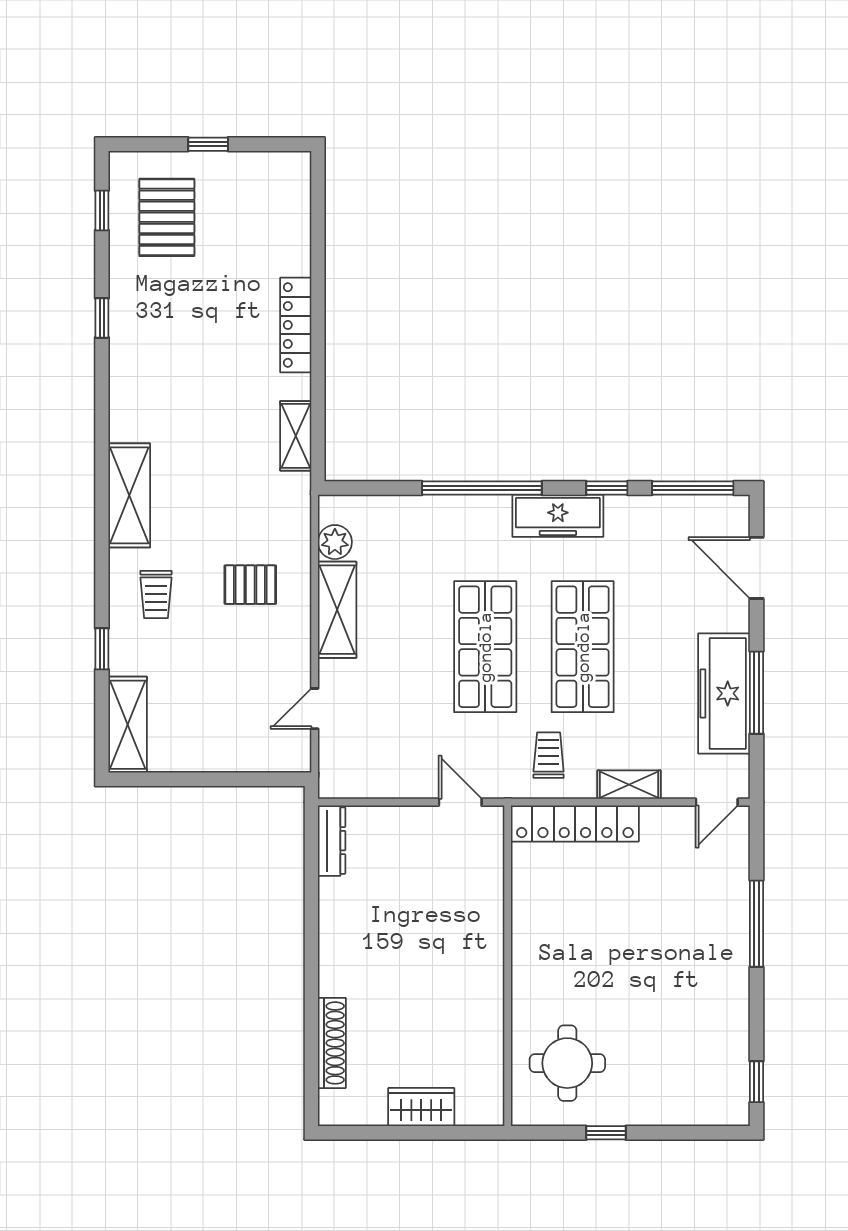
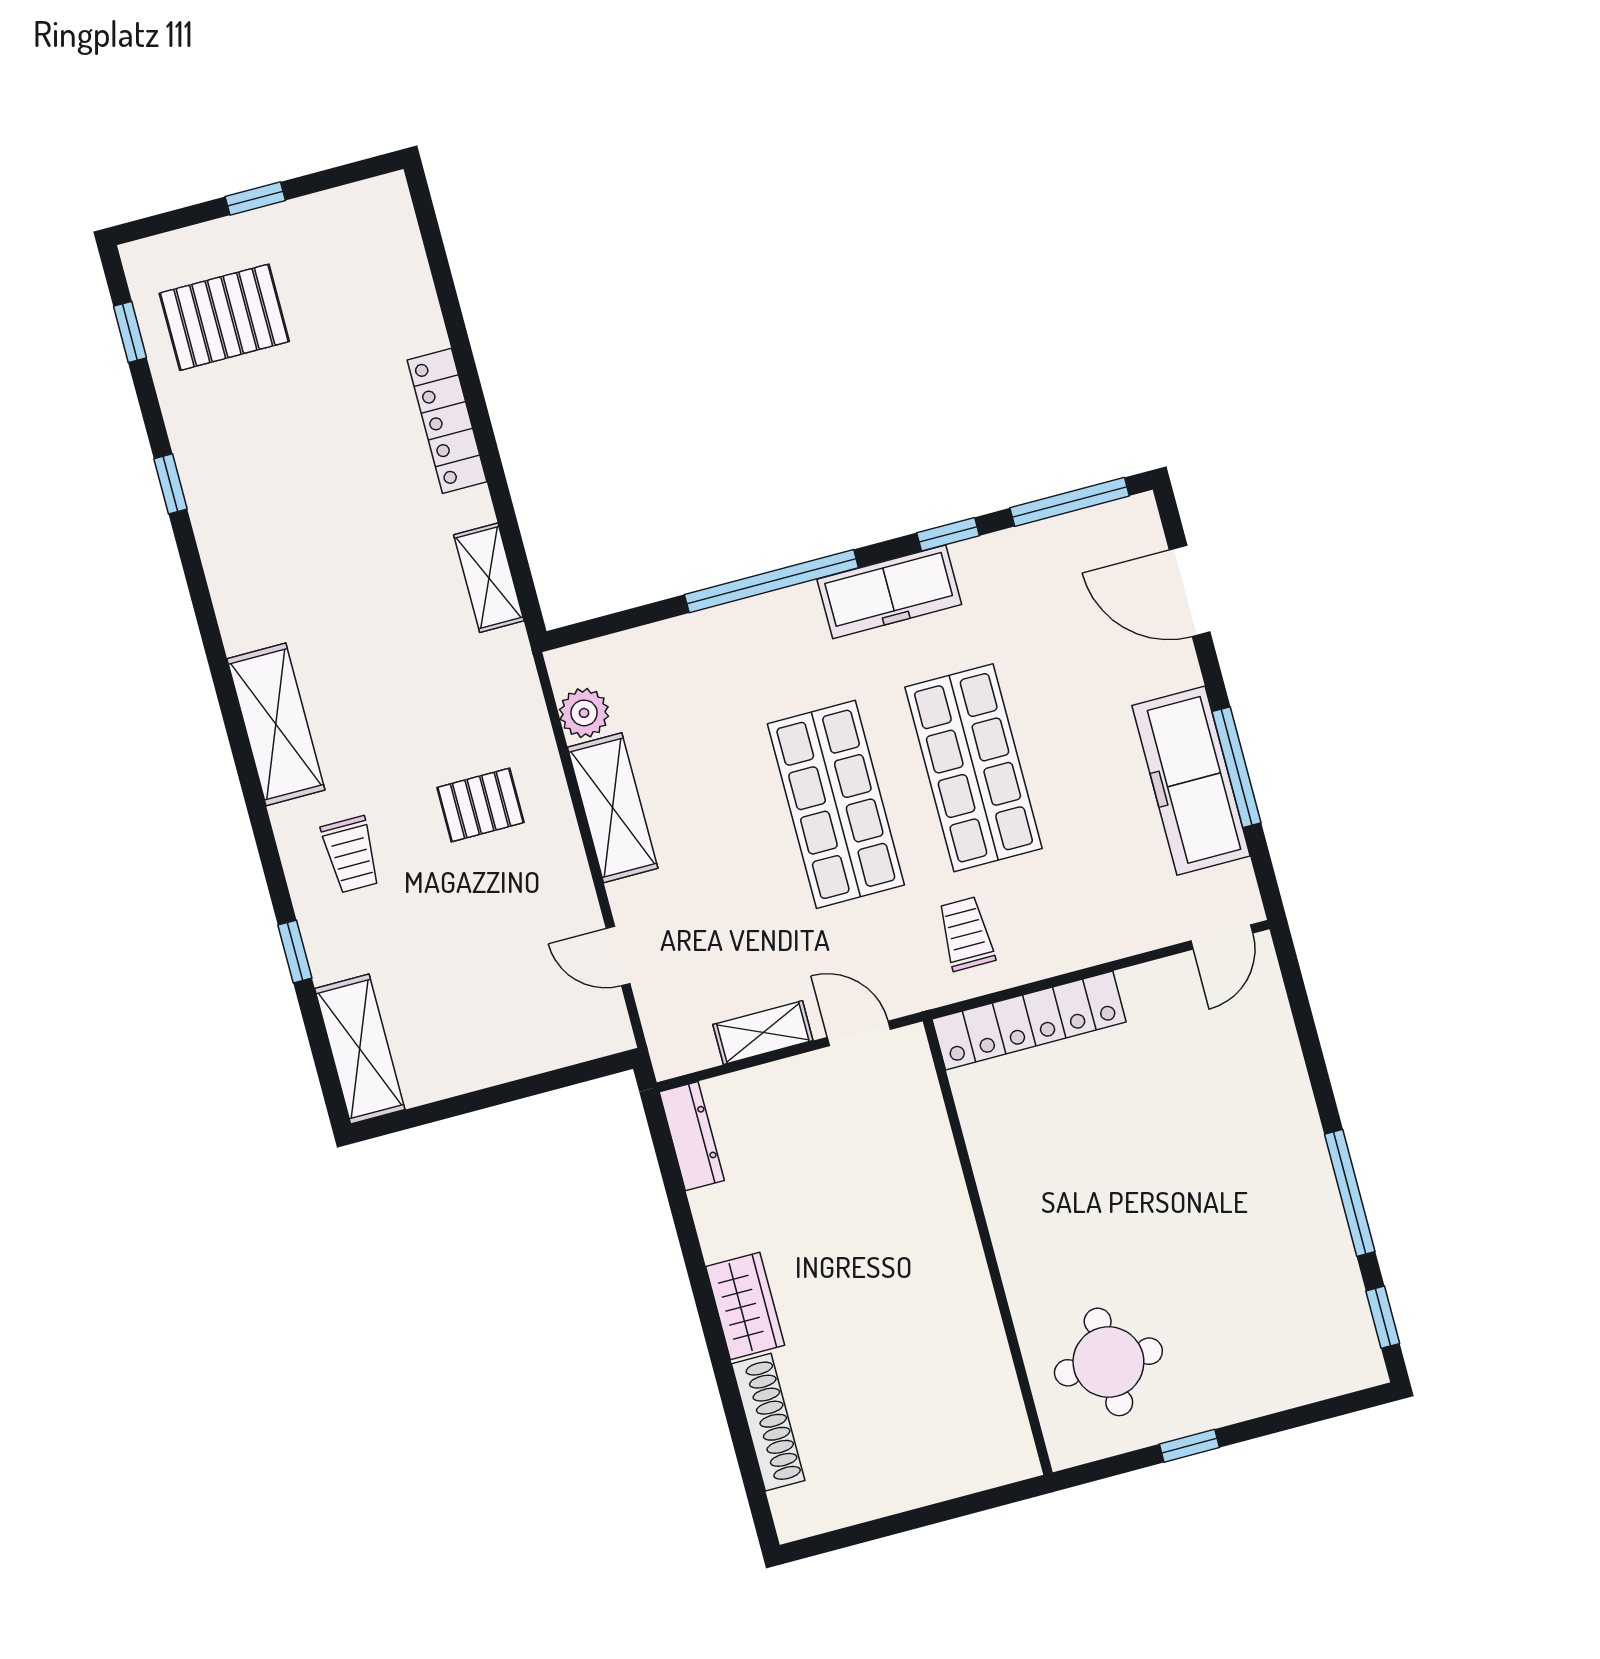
pallet: (167, 217) -> (224, 317), turned 90
door: (315, 709) -> (618, 956), hinge flipped
shelving: (629, 785) -> (763, 1033), moved
window: (756, 924) -> (1350, 1193), moved
wardrobe: (421, 1107) -> (745, 1306), moved, turned 90

